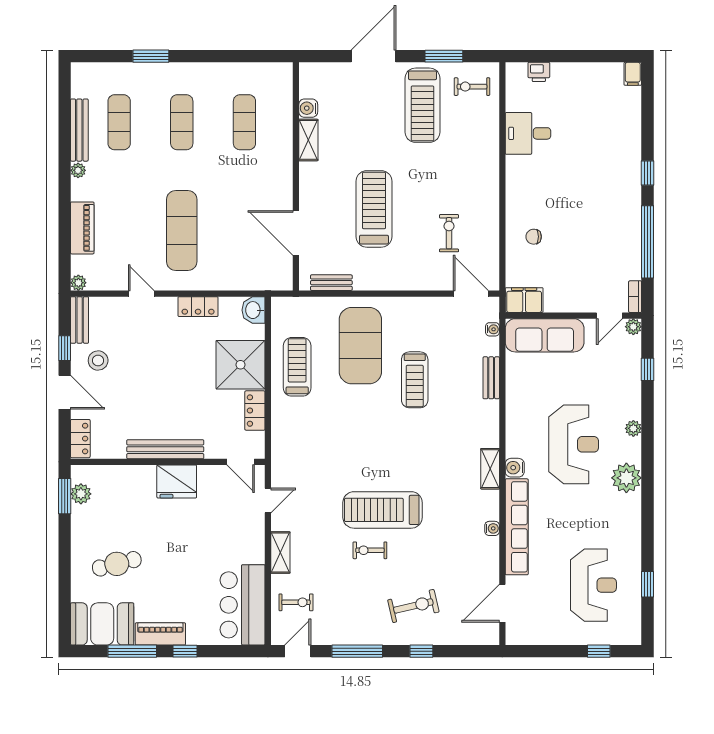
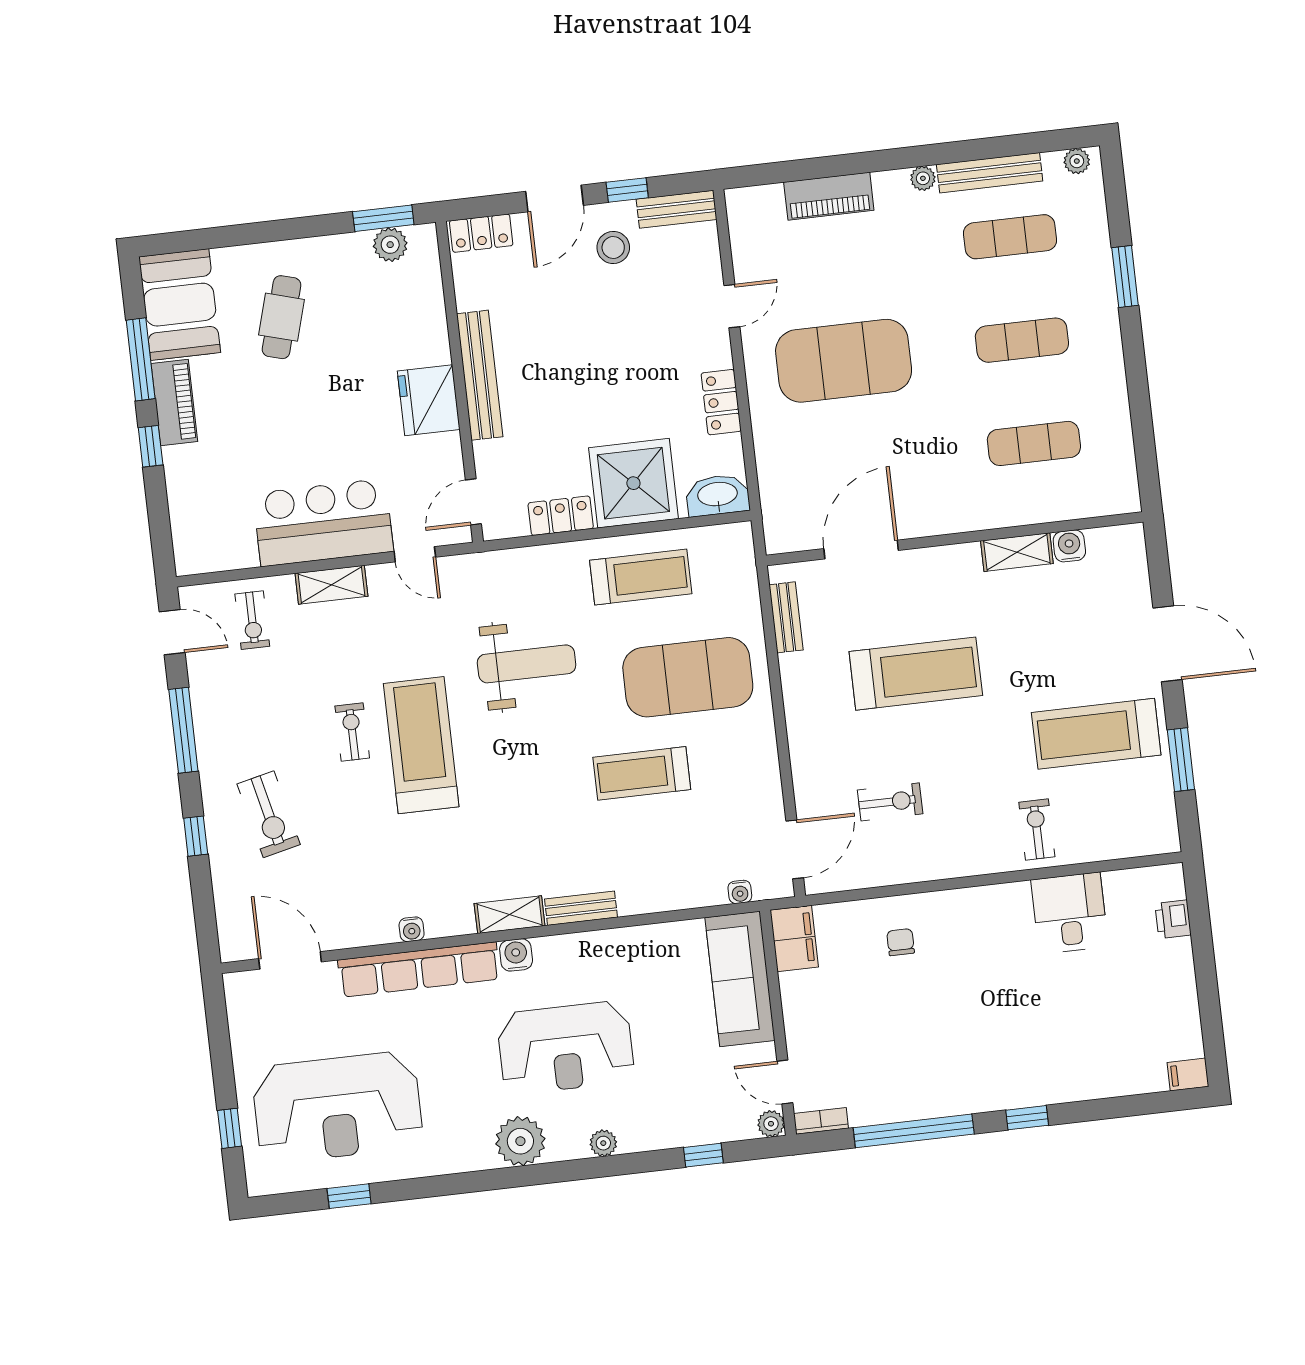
exercise bike: (472, 87) -> (1037, 829), moved
exercise mat: (182, 230) -> (844, 361), width x1.47
plant: (78, 283) -> (1077, 161), moved
washbasin: (254, 310) -> (718, 495), width x1.38
bench: (491, 378) -> (581, 908), moved
weight bench: (341, 441) -> (527, 664), added
cafe table: (117, 564) -> (282, 317), turned 30
reception desk: (593, 585) -> (337, 1107), width x1.36, depth x1.30
bar counter: (243, 605) -> (323, 522), moved

